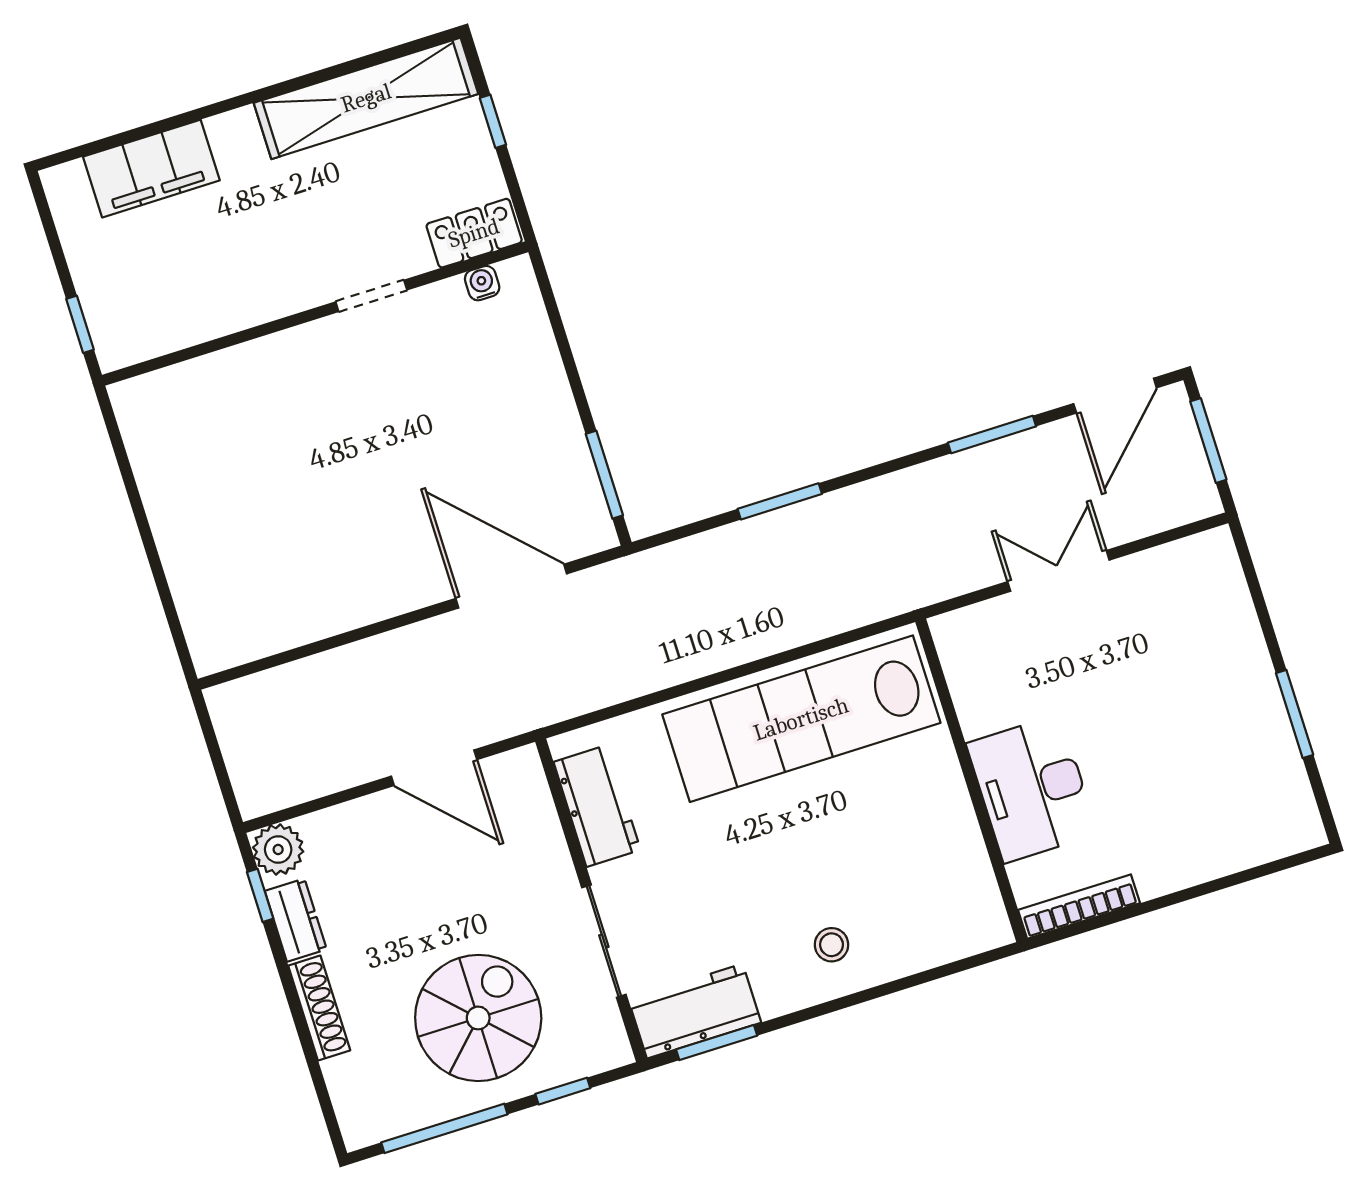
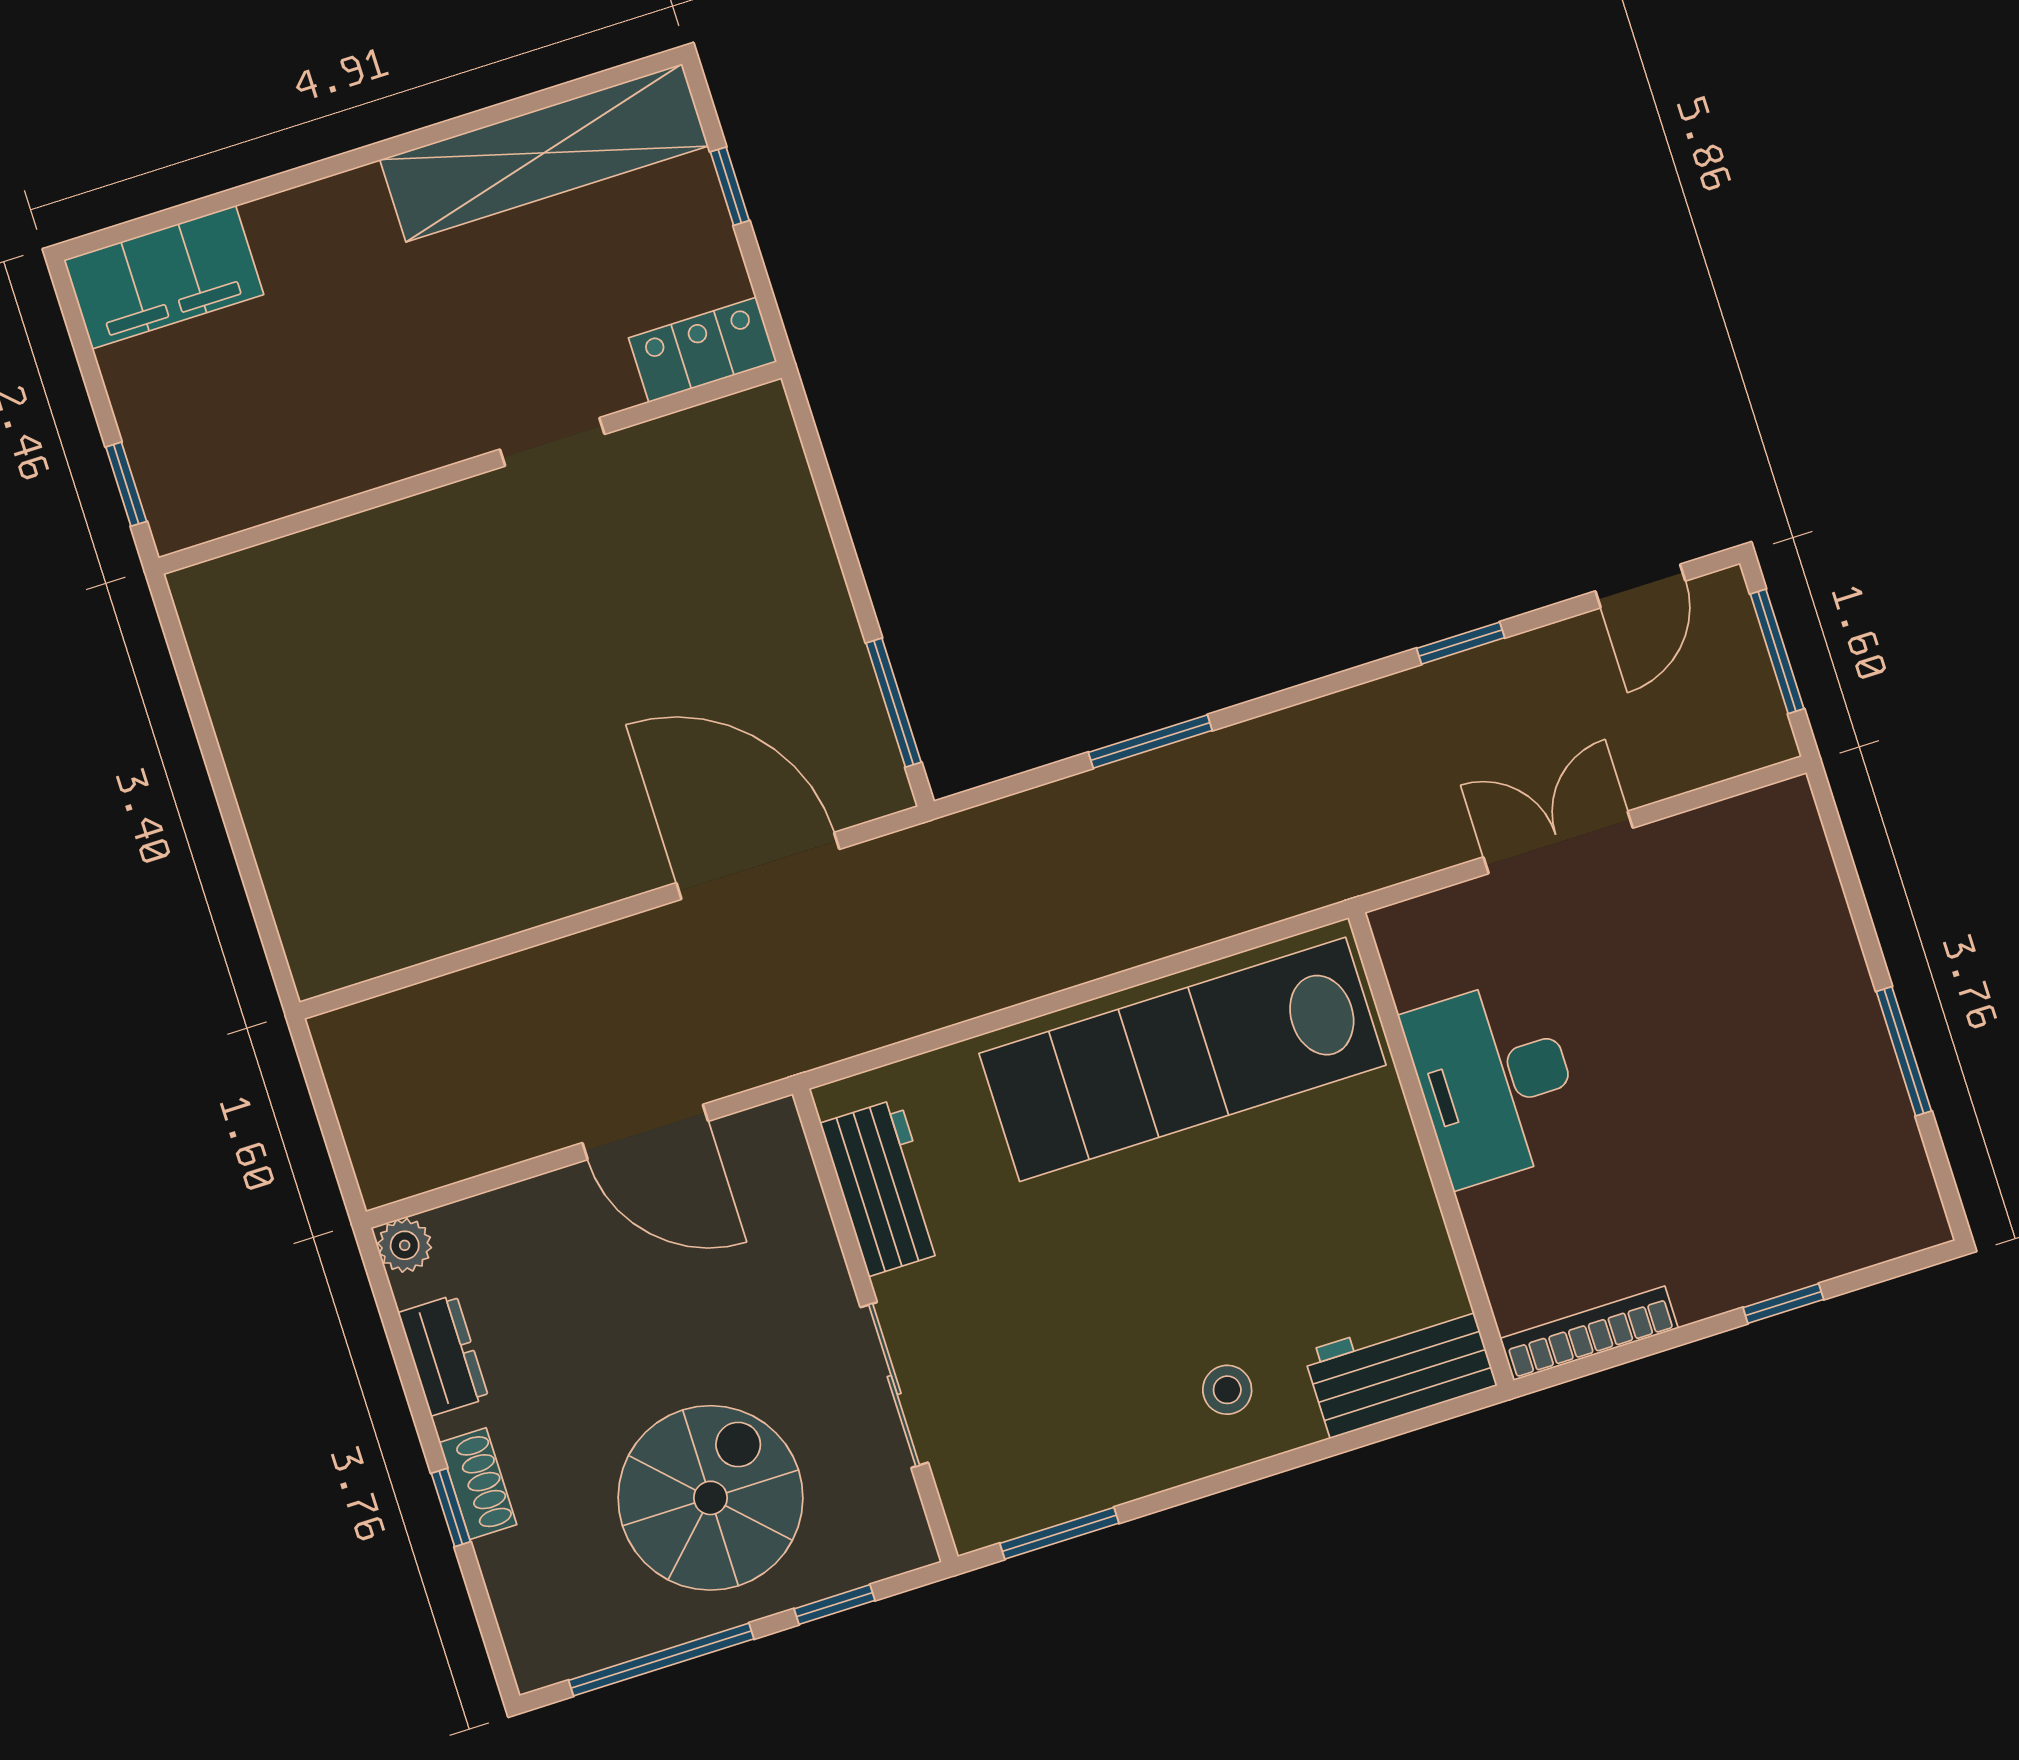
filing cabinet: (151, 169) -> (164, 277), moved
water cooler: (482, 283) -> (714, 423), removed
door: (1115, 396) -> (1640, 586), width x0.73
window: (992, 434) -> (1461, 643), width x0.67
desk: (1032, 789) -> (1495, 1082), moved
plant: (278, 849) -> (405, 1245), width x0.73, depth x0.73
window: (1212, 886) -> (1783, 1304), added
window: (260, 895) -> (451, 1508), moved
shoe rack: (319, 1008) -> (478, 1484), width x0.70
workbench: (695, 1011) -> (1400, 1369), moved

